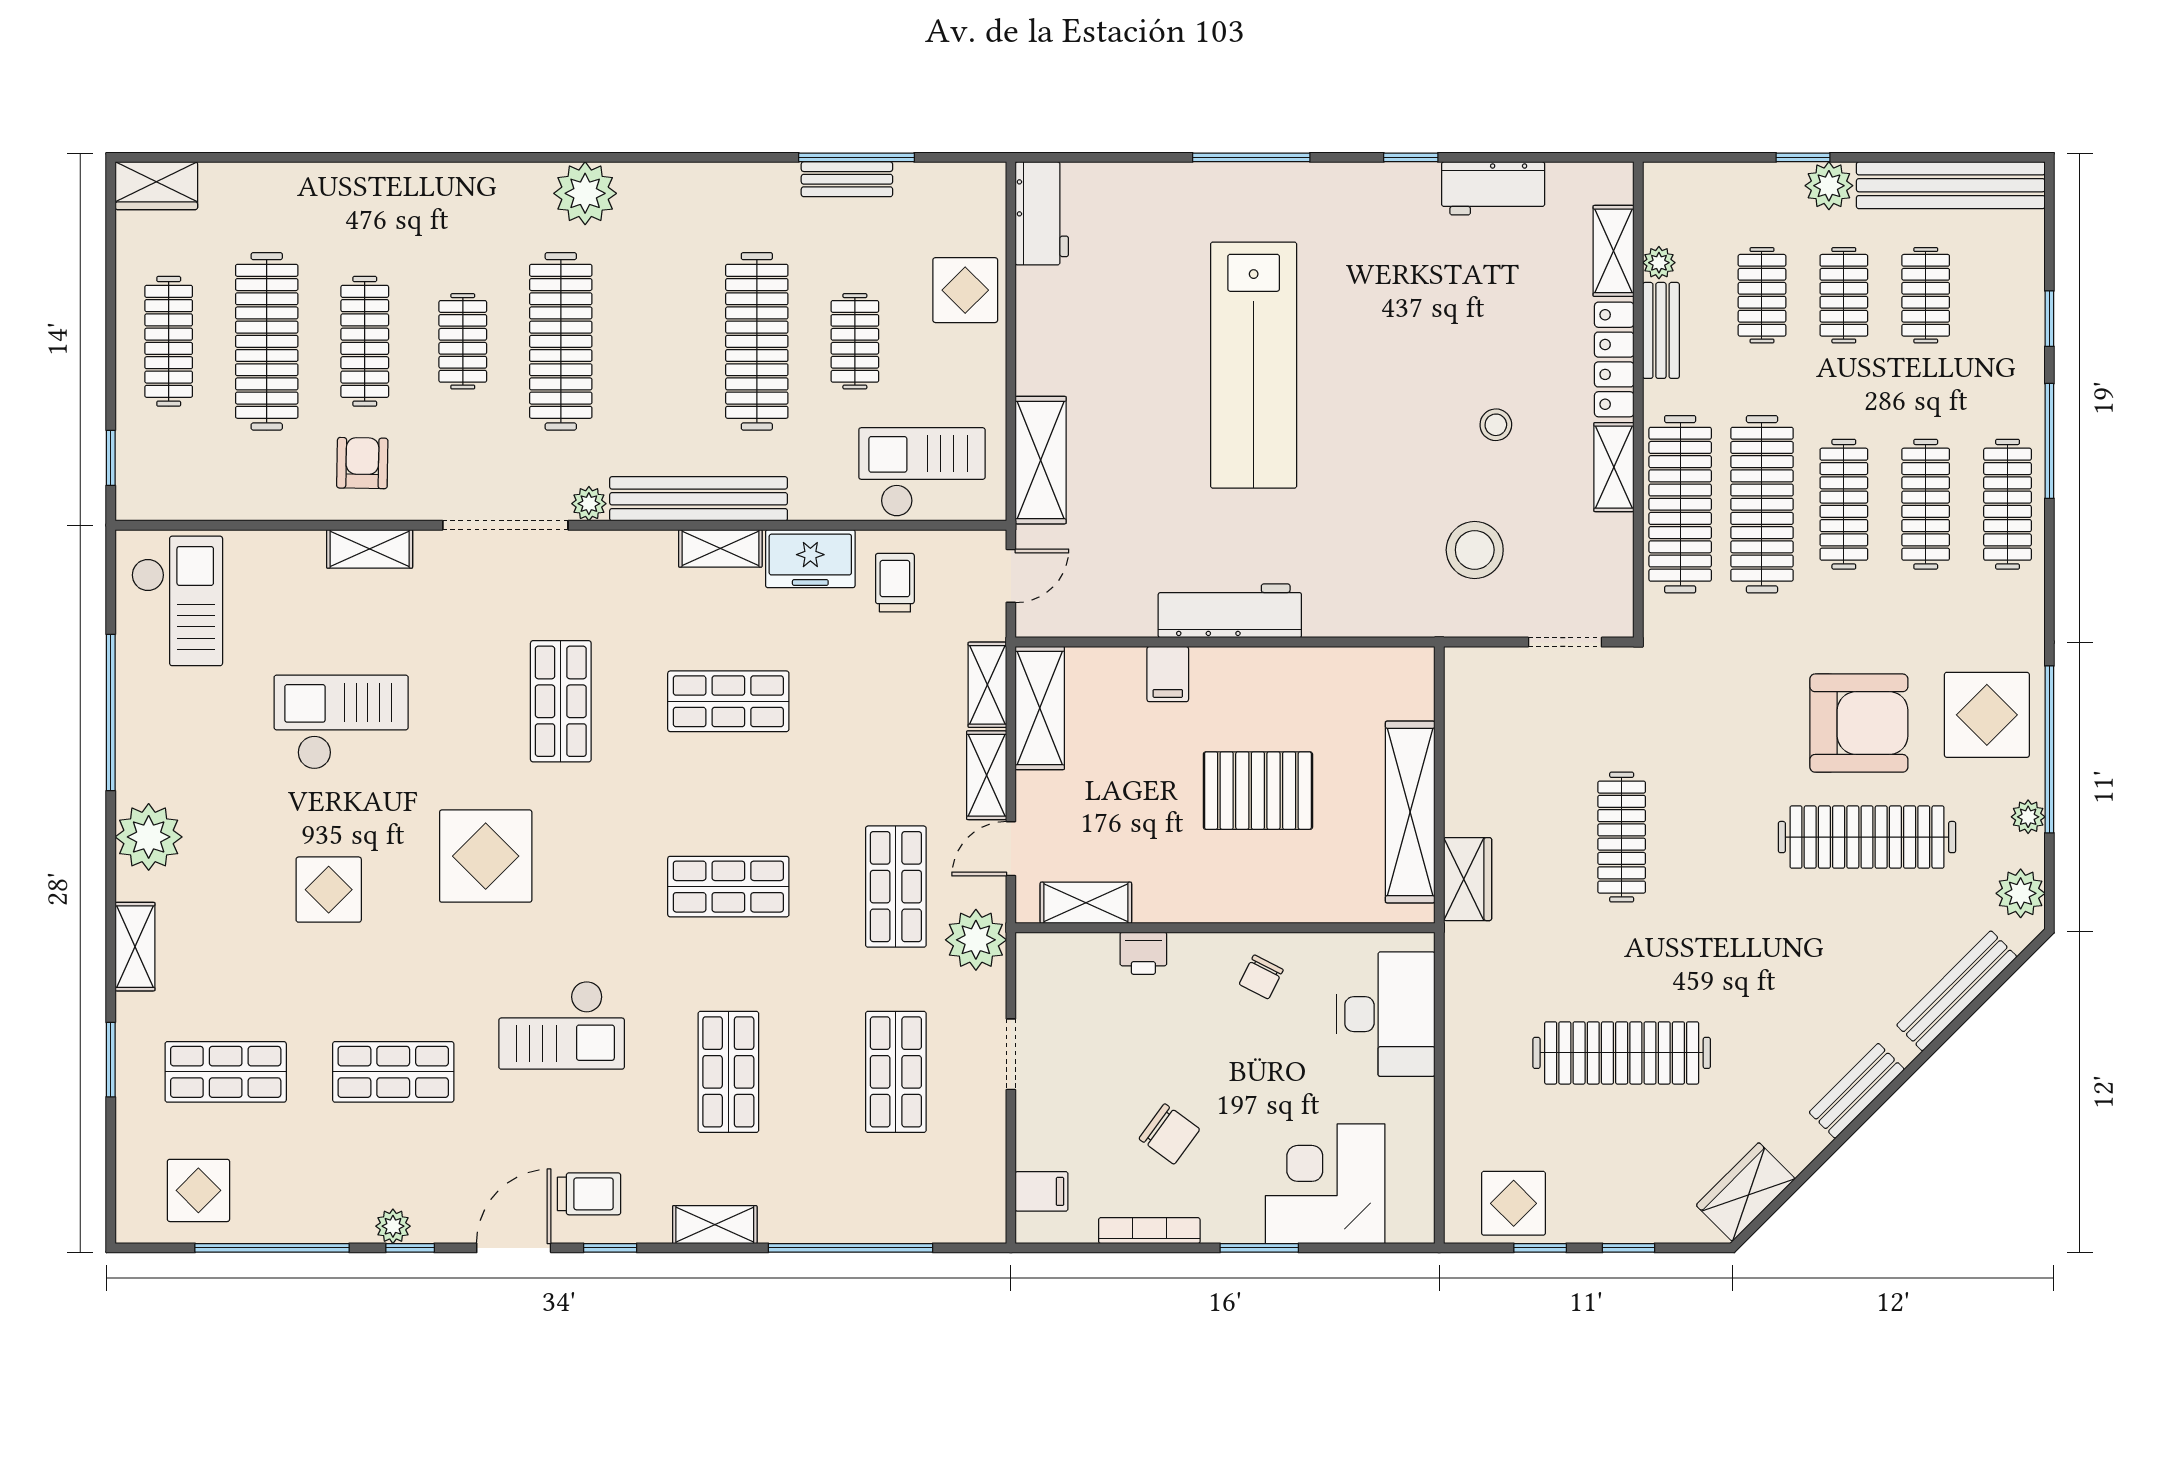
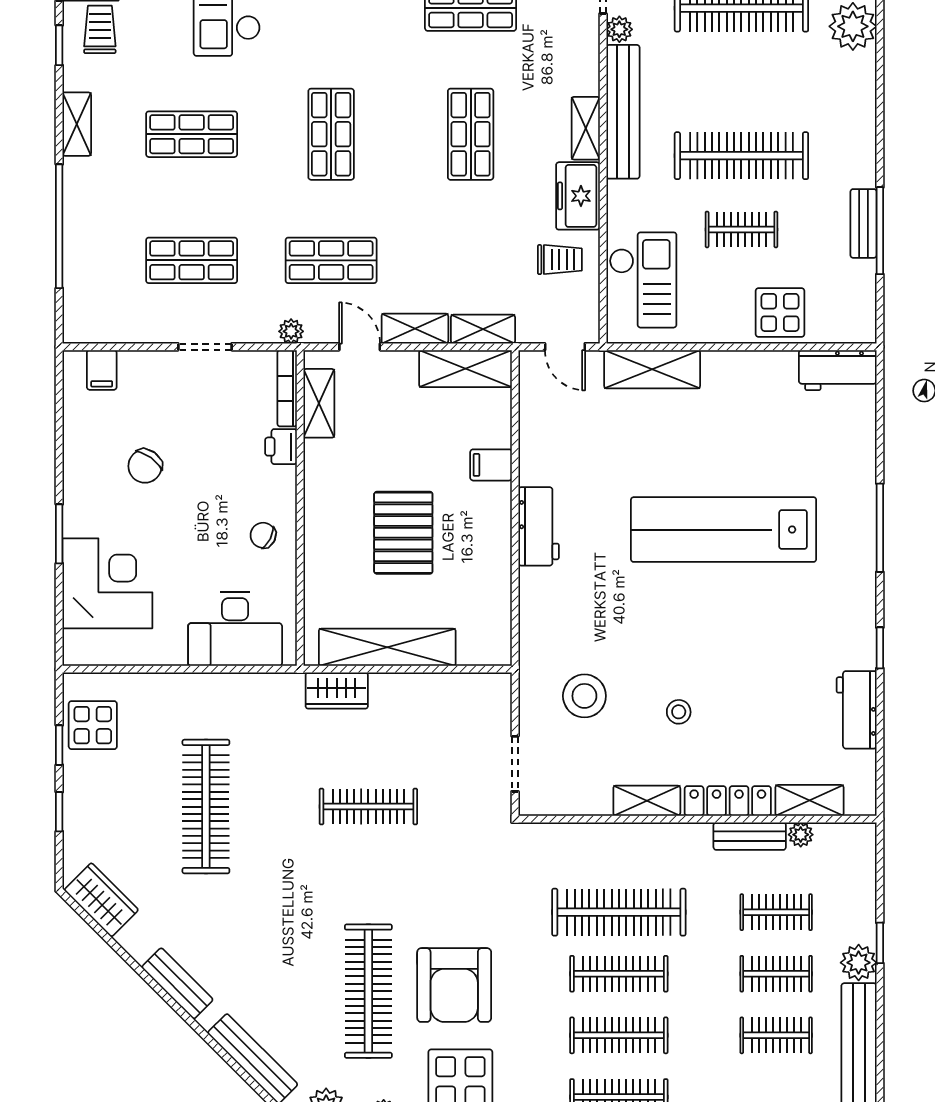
clothes rail: (1680, 504) -> (619, 851), removed
workbench: (1230, 611) -> (539, 526), width x0.73
plant: (976, 940) -> (291, 331), width x0.53, depth x0.53
trolley: (589, 1194) -> (100, 29), turned 180
bookcase: (1149, 1231) -> (287, 388), moved, turned 180

